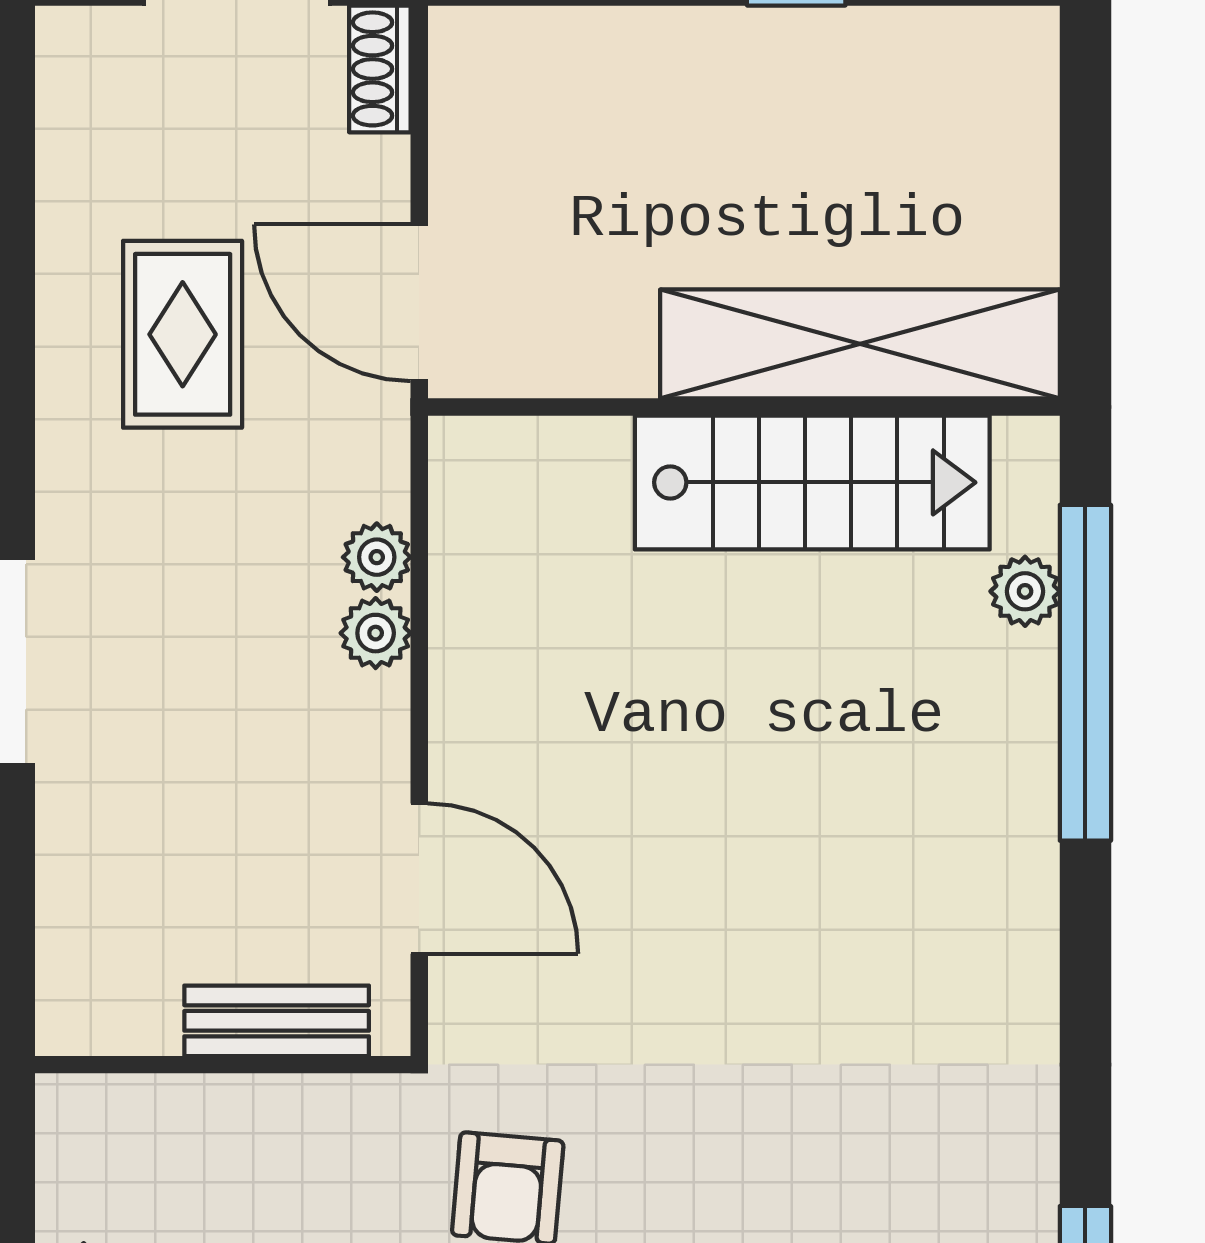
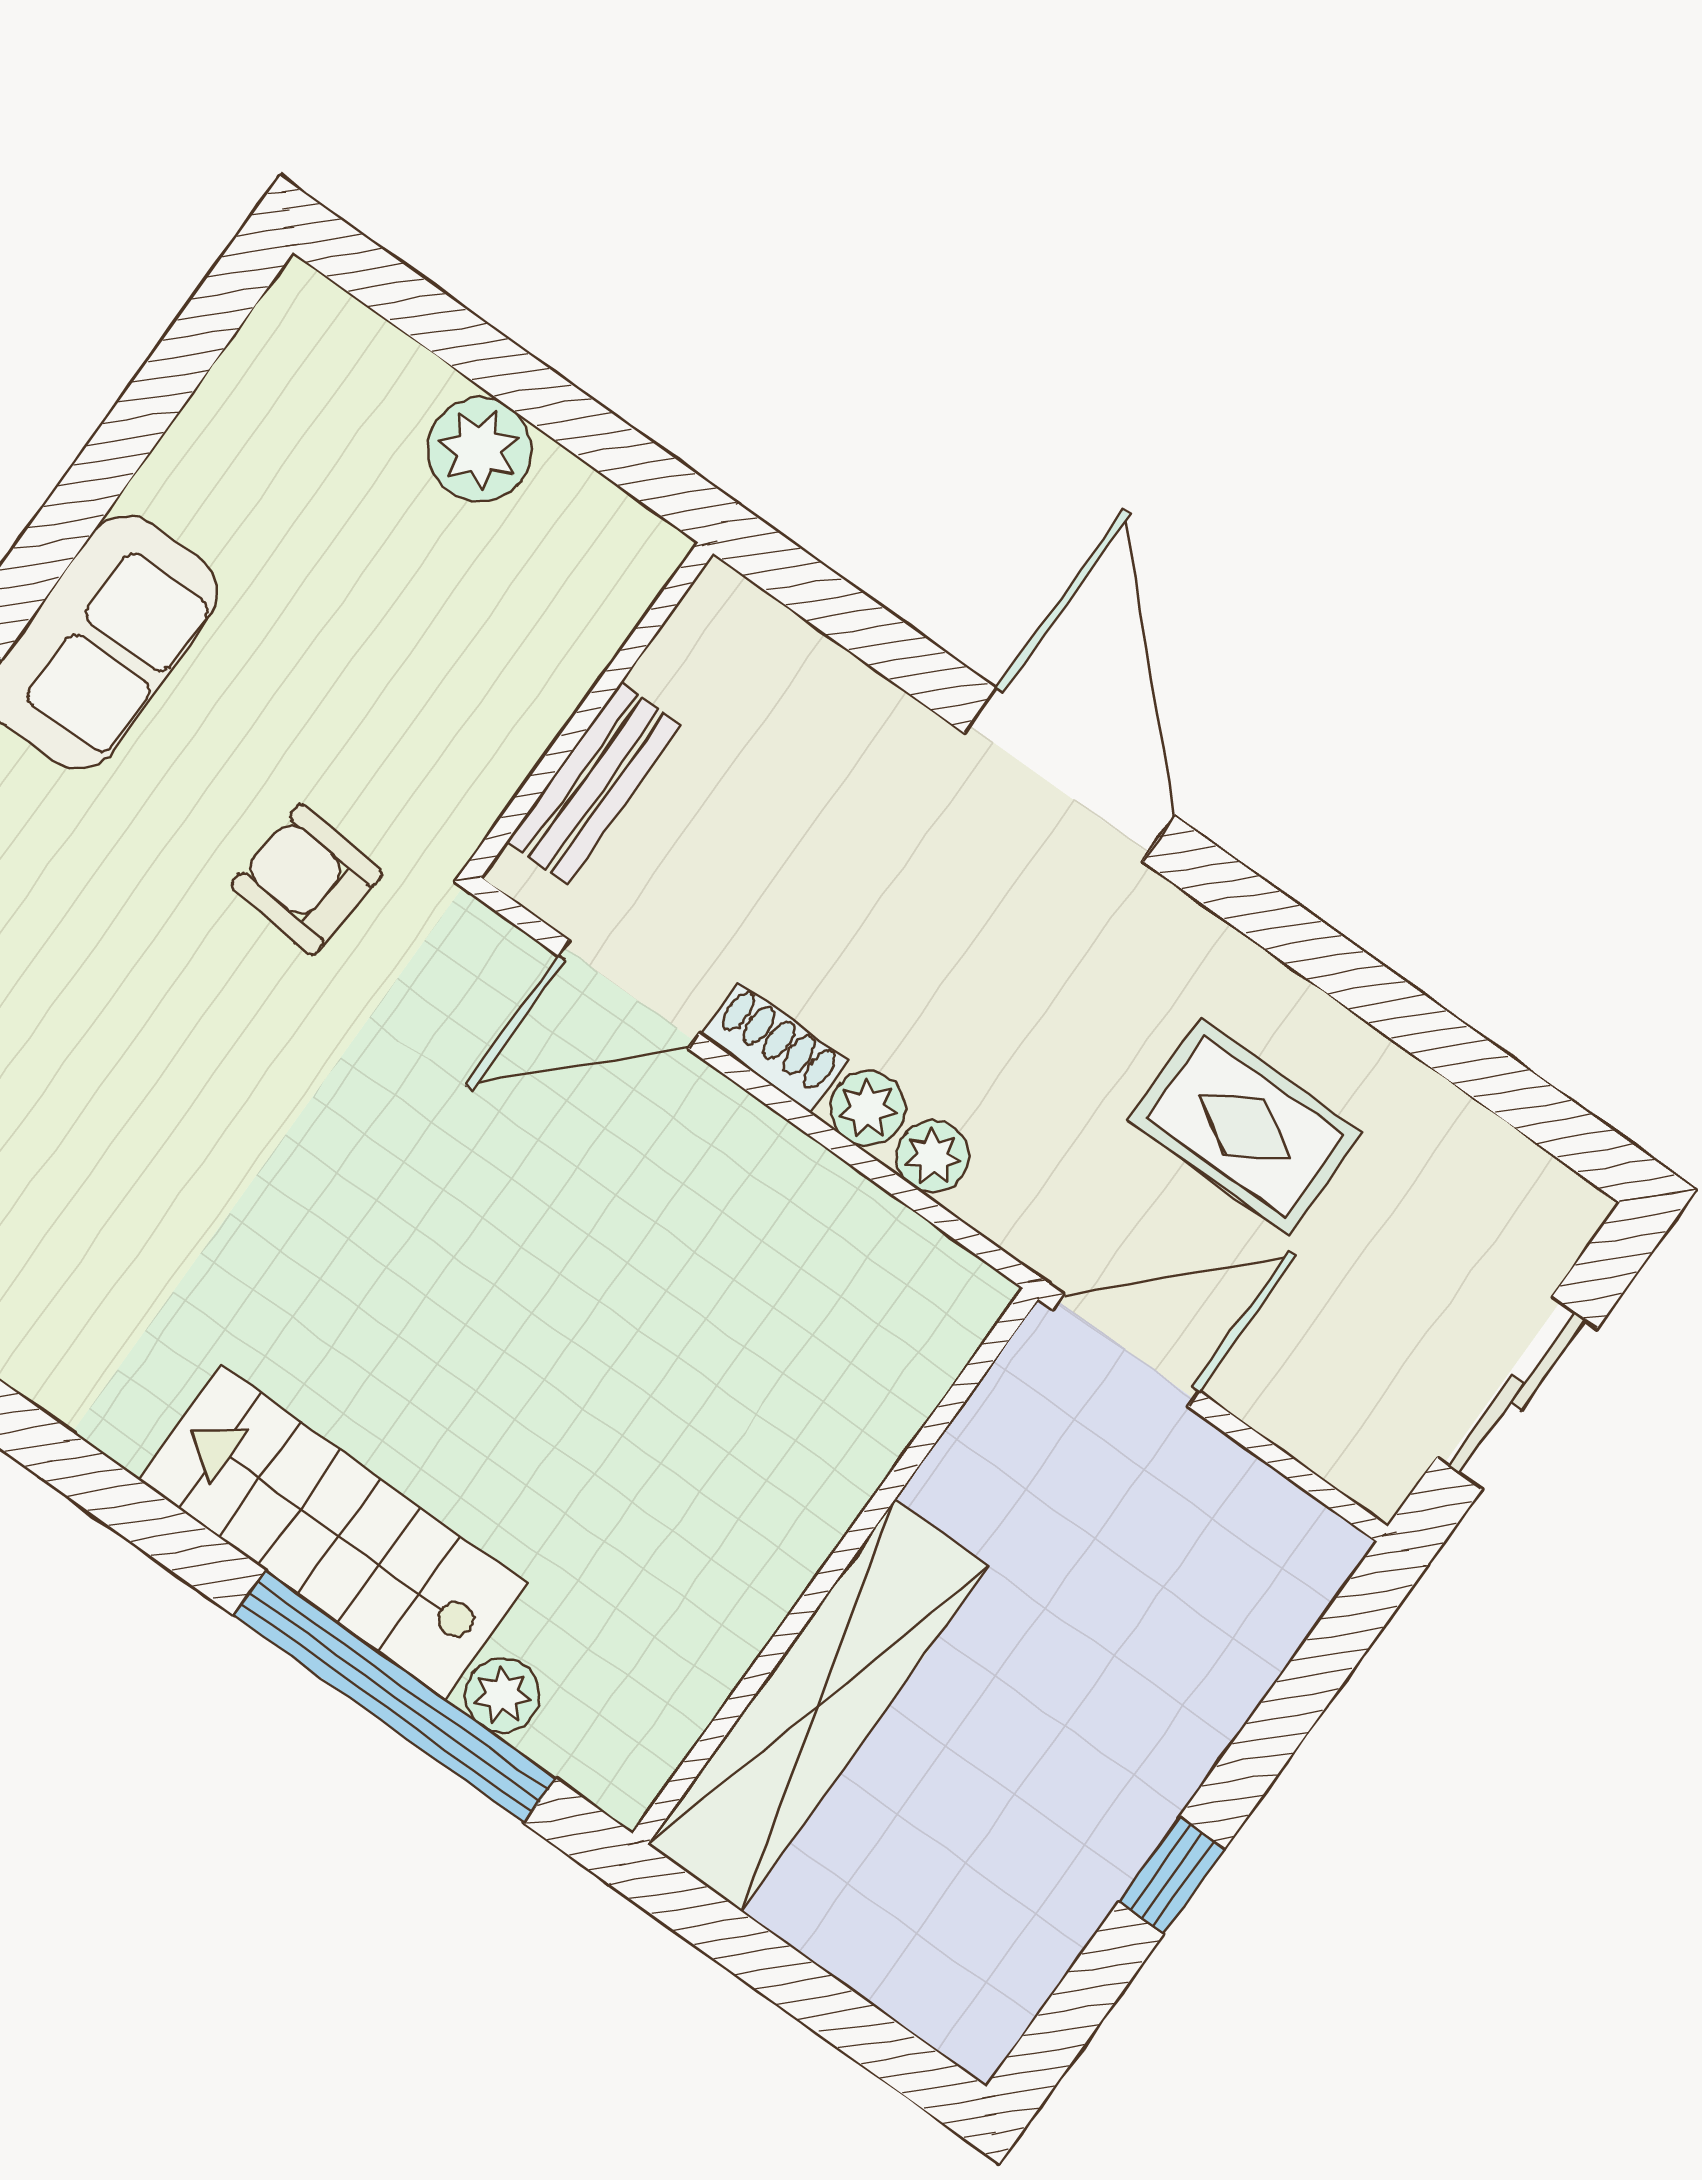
shoe rack: (380, 69) -> (774, 1047), moved
stairs: (812, 482) -> (333, 1532), moved, turned 90

